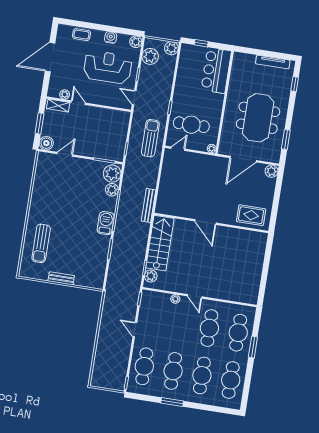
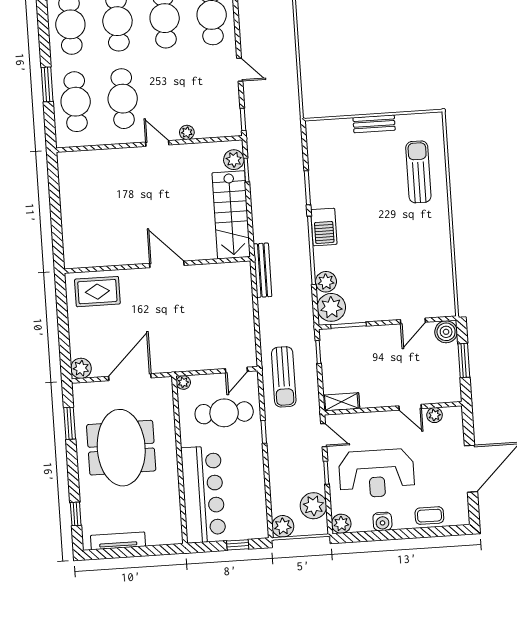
bar counter: (216, 71) -> (203, 494), width x1.36
shelving: (58, 106) -> (341, 402), moved

